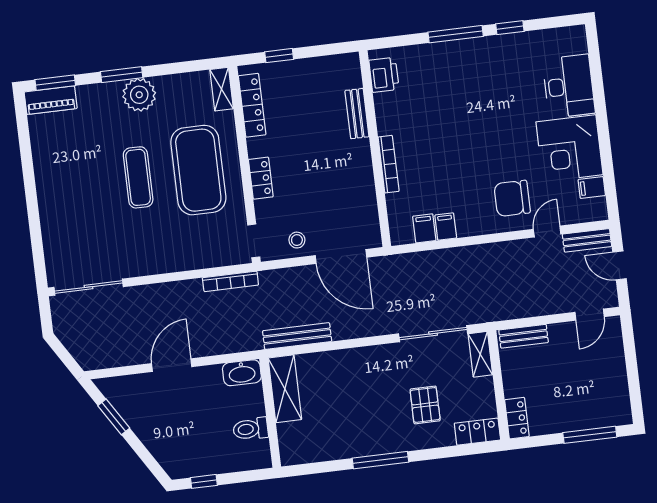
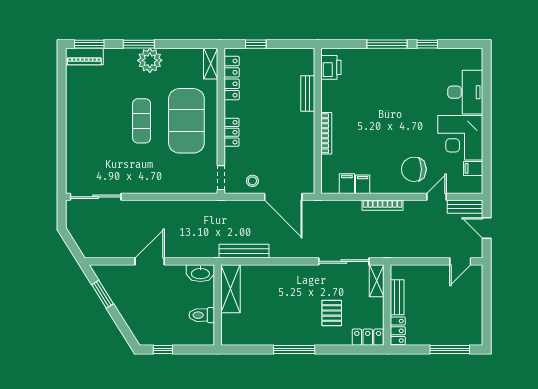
bookcase: (230, 281) -> (383, 205), moved
bench: (524, 336) -> (397, 297), moved, turned 90

